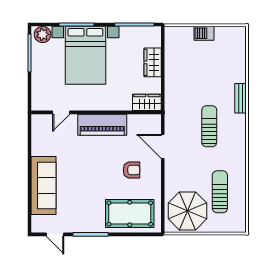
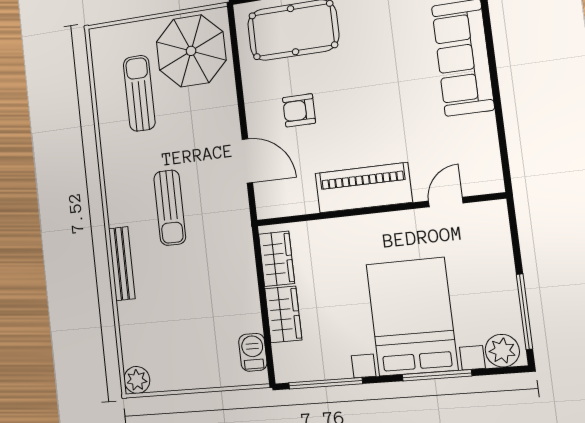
barbecue: (204, 33) -> (253, 352), moved, turned -90
plant: (239, 34) -> (137, 380), added
bench: (240, 98) -> (122, 264), width x1.36
wardrobe: (147, 102) -> (277, 259), moved, turned -90
sun lounger: (220, 192) -> (139, 93), turned 180

